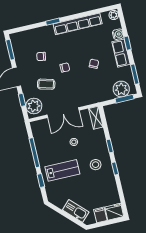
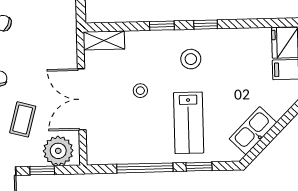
double door: (63, 113) -> (82, 99), swing flipped
lab bench: (62, 170) -> (189, 123), turned 180
kitchen sink: (76, 211) -> (253, 131), moved

